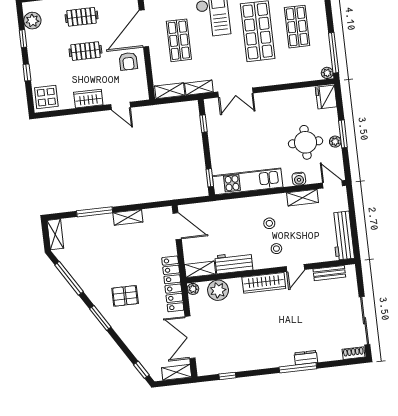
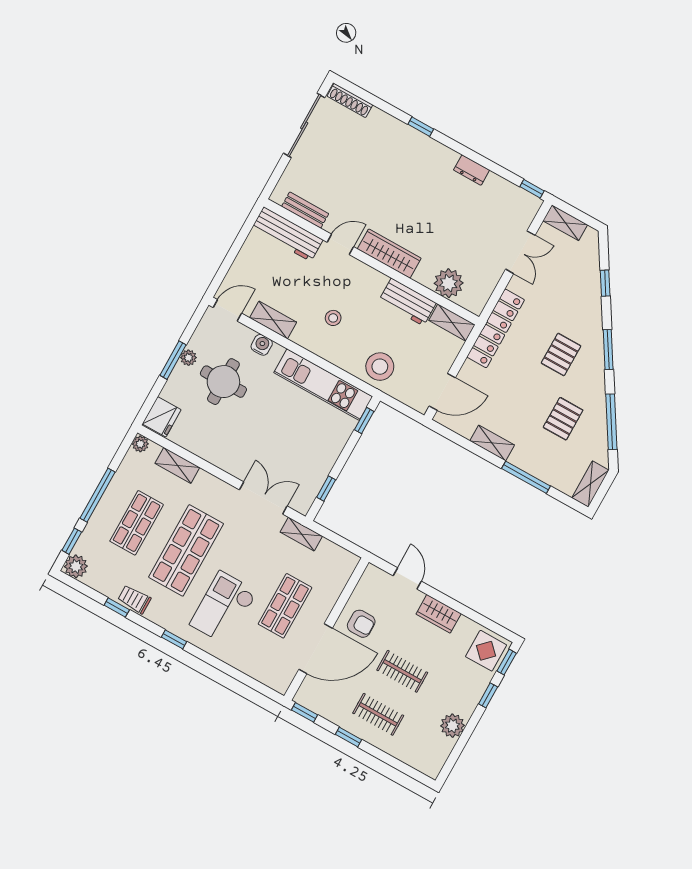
plant: (32, 21) -> (452, 726), moved
window: (23, 39) -> (507, 662), moved
window: (334, 53) -> (98, 495), moved
armchair: (128, 61) -> (361, 624), turned 90
shelving: (170, 91) -> (177, 465), moved
door: (332, 184) -> (227, 310), swing flipped
door: (177, 226) -> (442, 392), swing flipped
workbench: (343, 236) -> (287, 234), moved, turned 90
stool: (276, 249) -> (380, 367), moved, width x1.89, depth x1.89
pallet: (98, 260) -> (563, 419), added
plant: (193, 289) -> (476, 306), removed
pallet: (125, 296) -> (561, 354), turned 90
double door: (190, 337) -> (520, 252), width x0.73
shoe rack: (353, 353) -> (350, 100), width x1.43
dresser: (306, 358) -> (472, 170), moved
window: (298, 368) -> (421, 127), width x0.46
window: (141, 370) -> (605, 283), moved
window: (227, 376) -> (532, 189), moved

